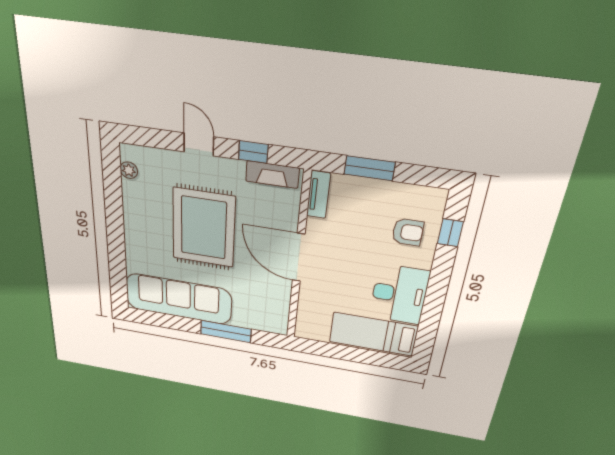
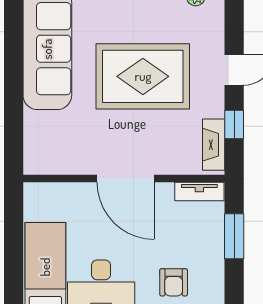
door: (299, 257) -> (126, 179), swing flipped
window: (226, 332) -> (14, 105), removed

